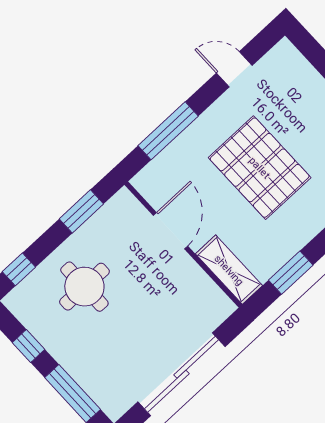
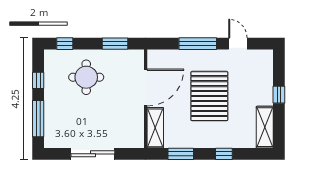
window: (168, 131) -> (198, 44), moved
door: (171, 231) -> (146, 88), width x1.36
sliding door: (182, 374) -> (93, 154), width x0.73

